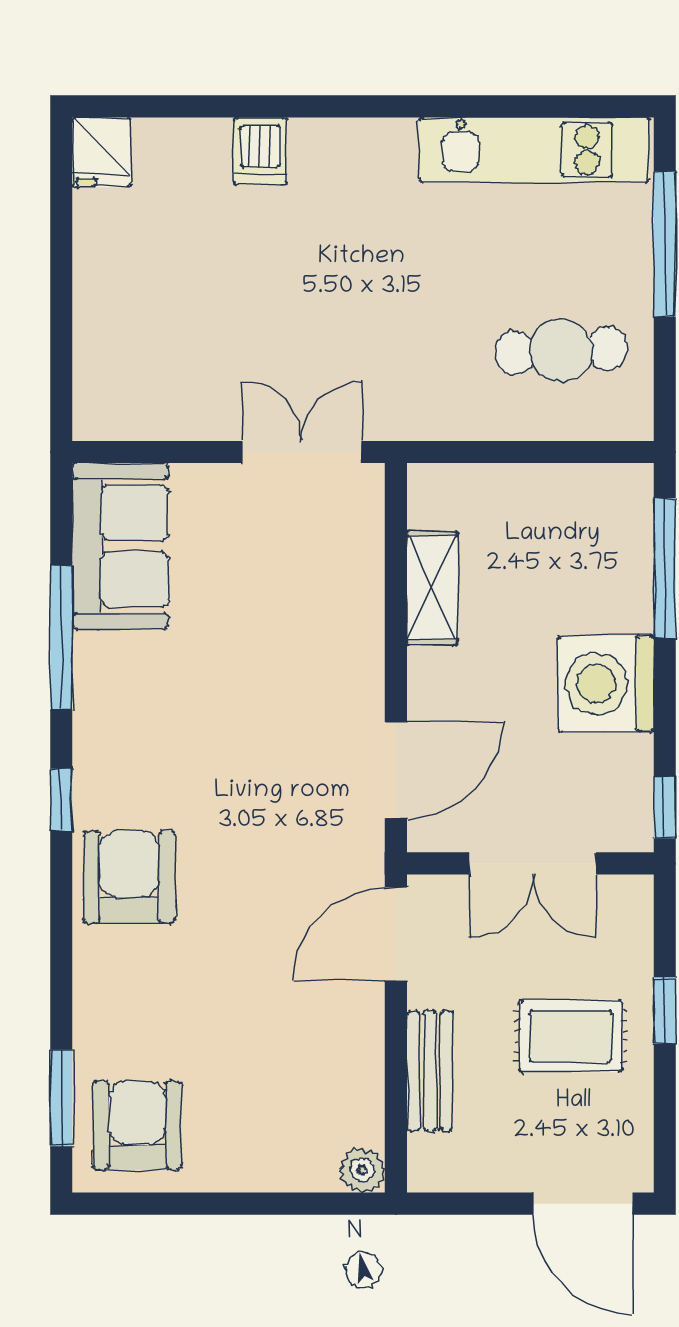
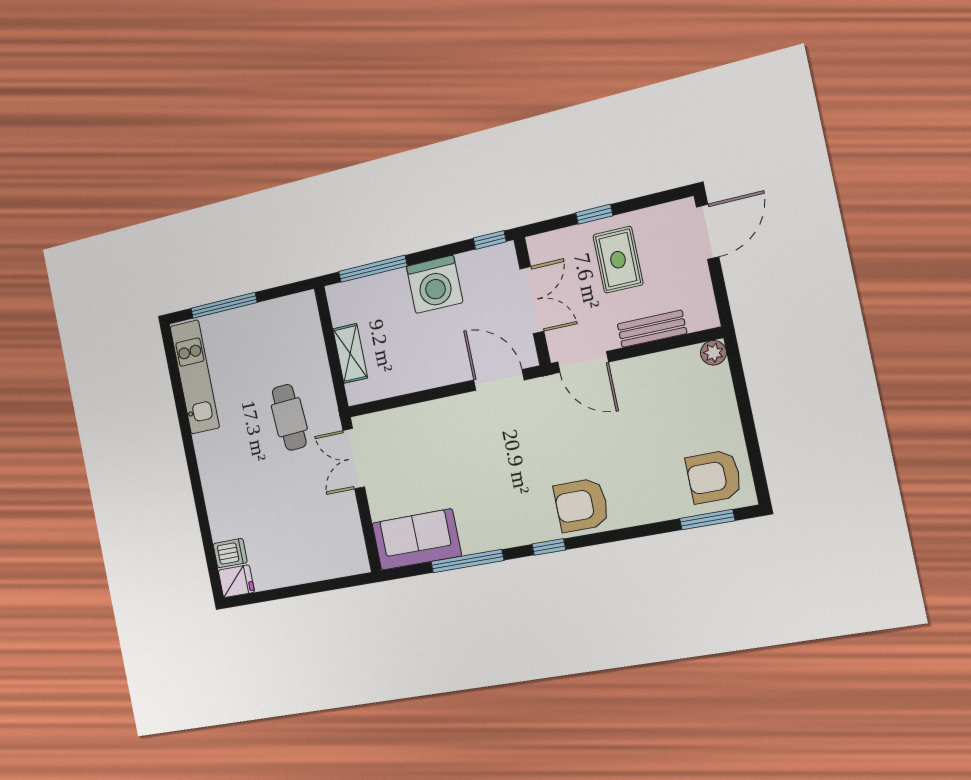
dishwasher: (260, 151) -> (230, 553), moved
cafe table: (561, 351) -> (289, 417), moved
shelving: (432, 588) -> (350, 353), moved, turned 90

